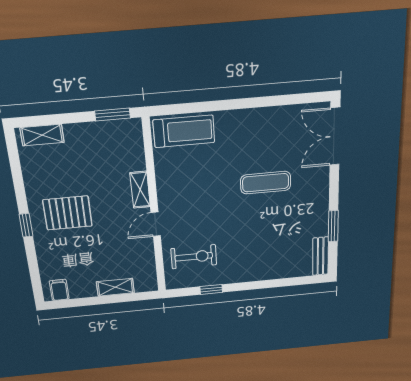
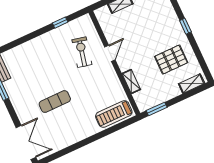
shelving: (140, 190) -> (131, 82), moved
pallet: (68, 213) -> (171, 60), moved
exercise bike: (194, 257) -> (82, 52), moved, turned 103

